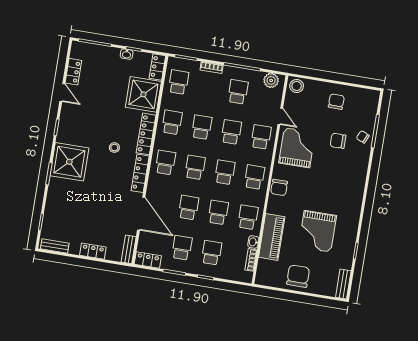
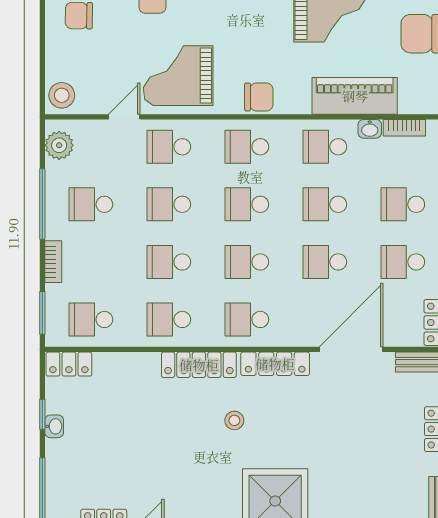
shower: (143, 94) -> (125, 382), removed

